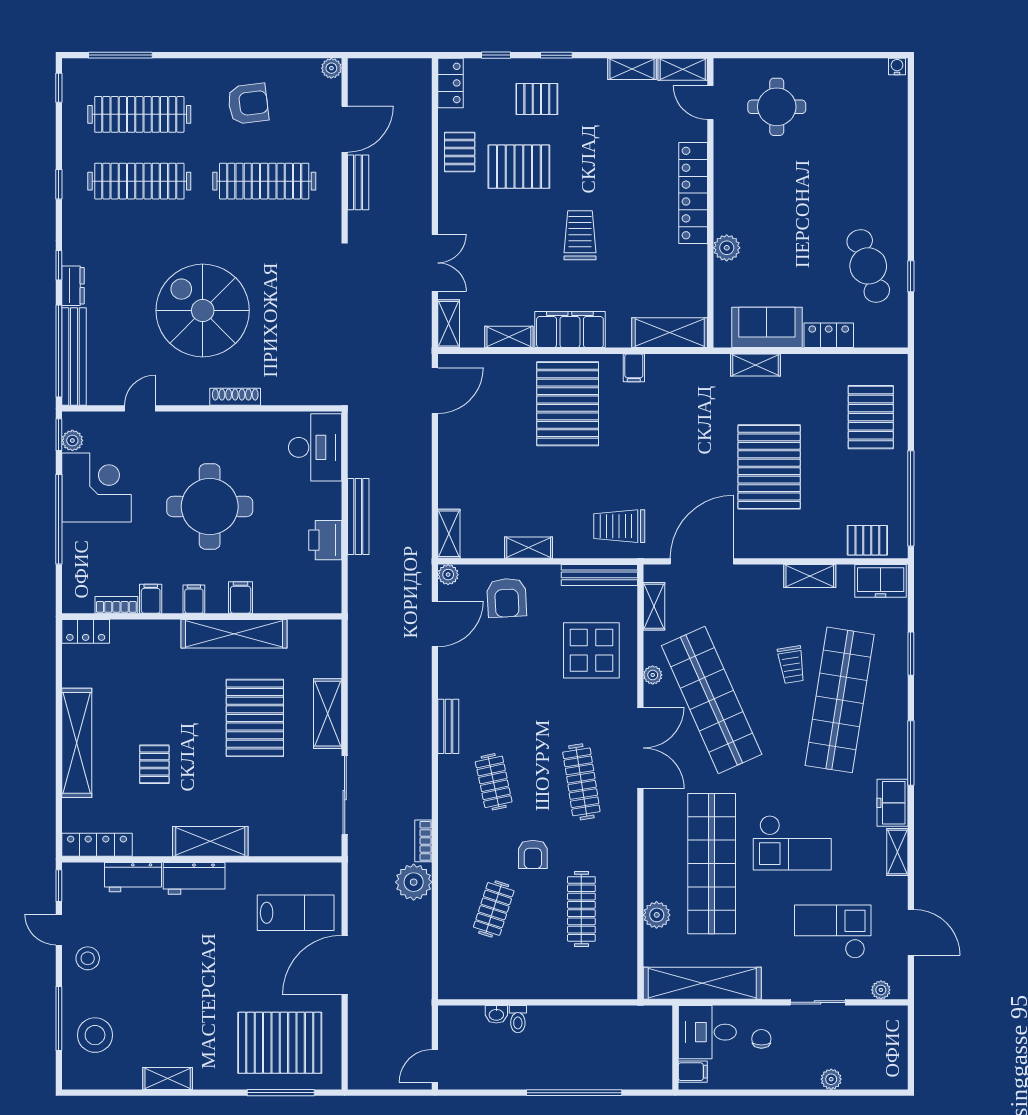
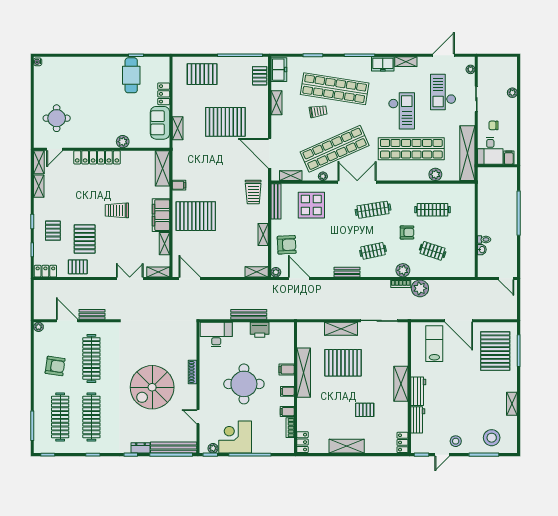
armchair: (248, 104) -> (55, 366), turned 105
cafe table: (868, 266) -> (131, 75), turned -71
shelving: (77, 743) -> (347, 446), width x0.68
locker: (97, 845) -> (403, 442), width x0.66
plant: (452, 846) -> (403, 270), added

